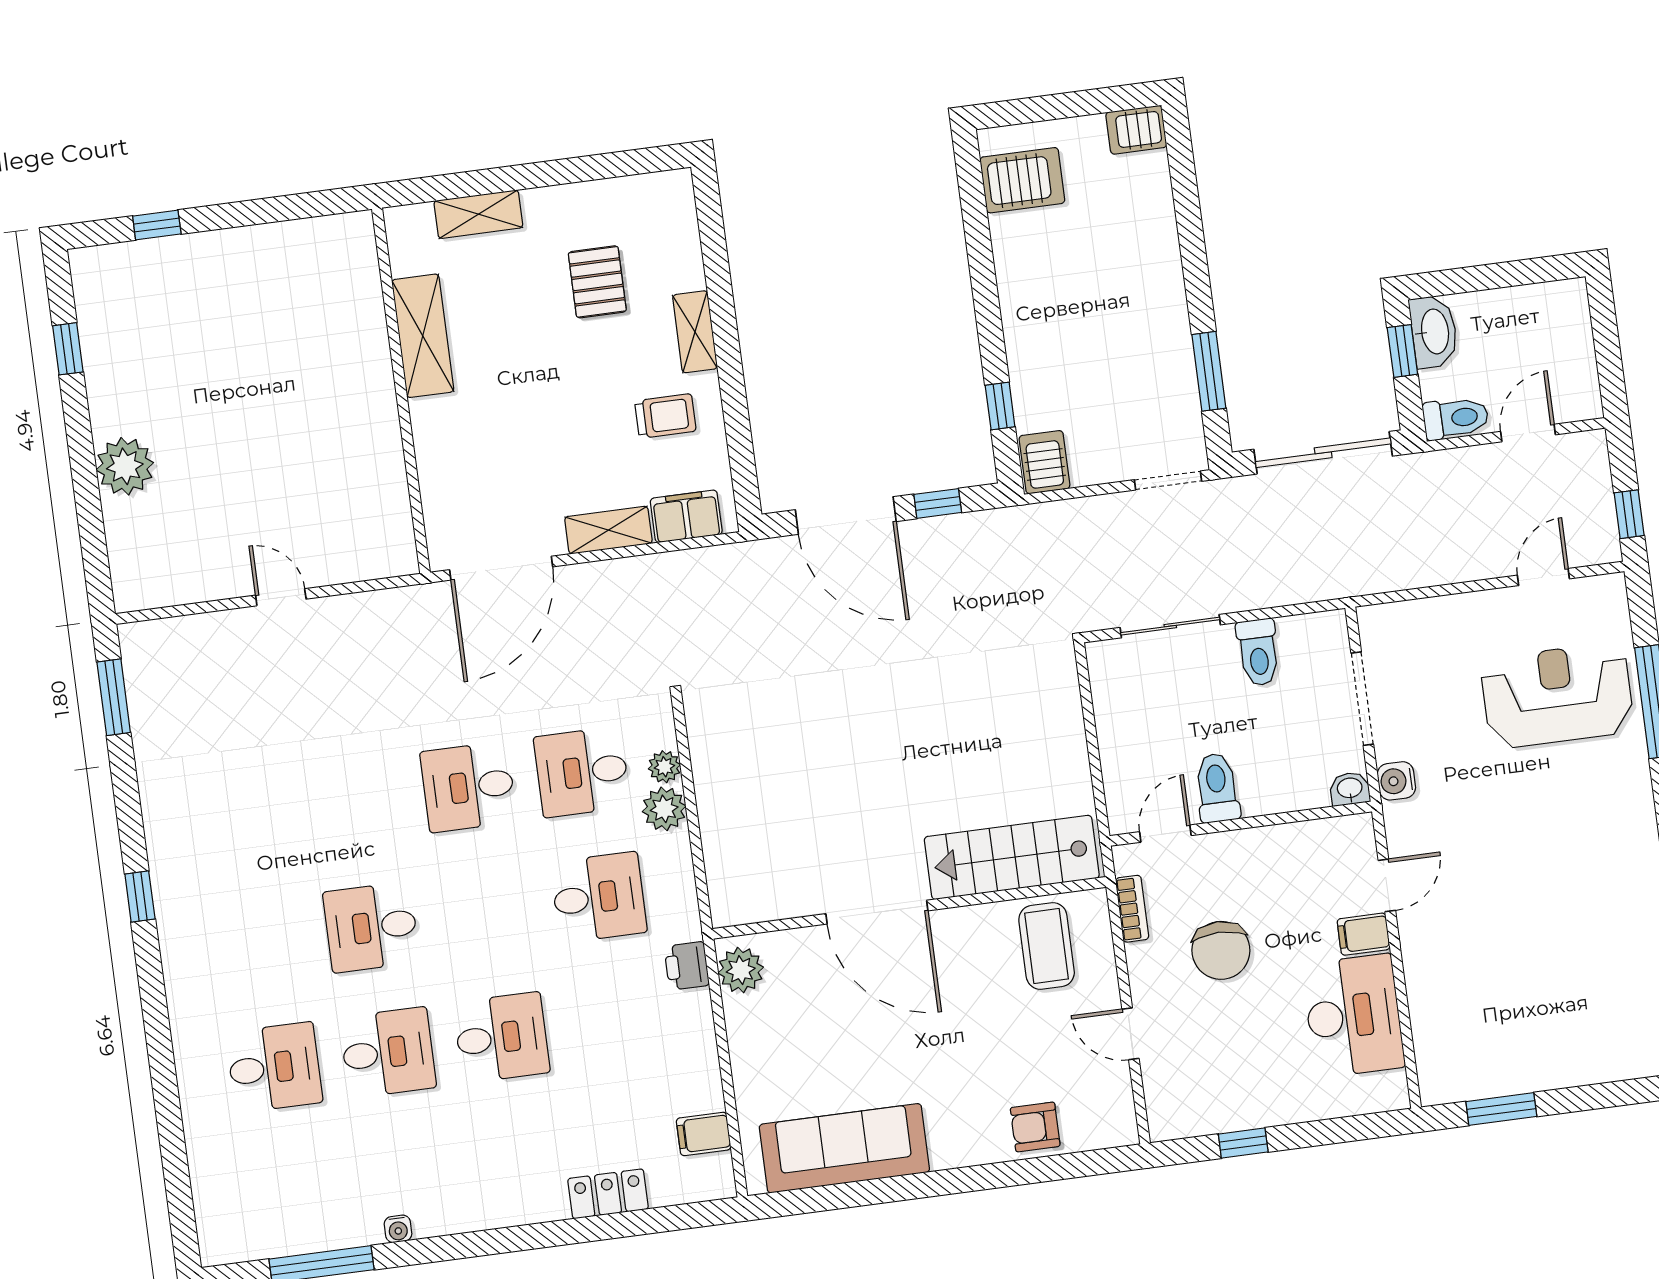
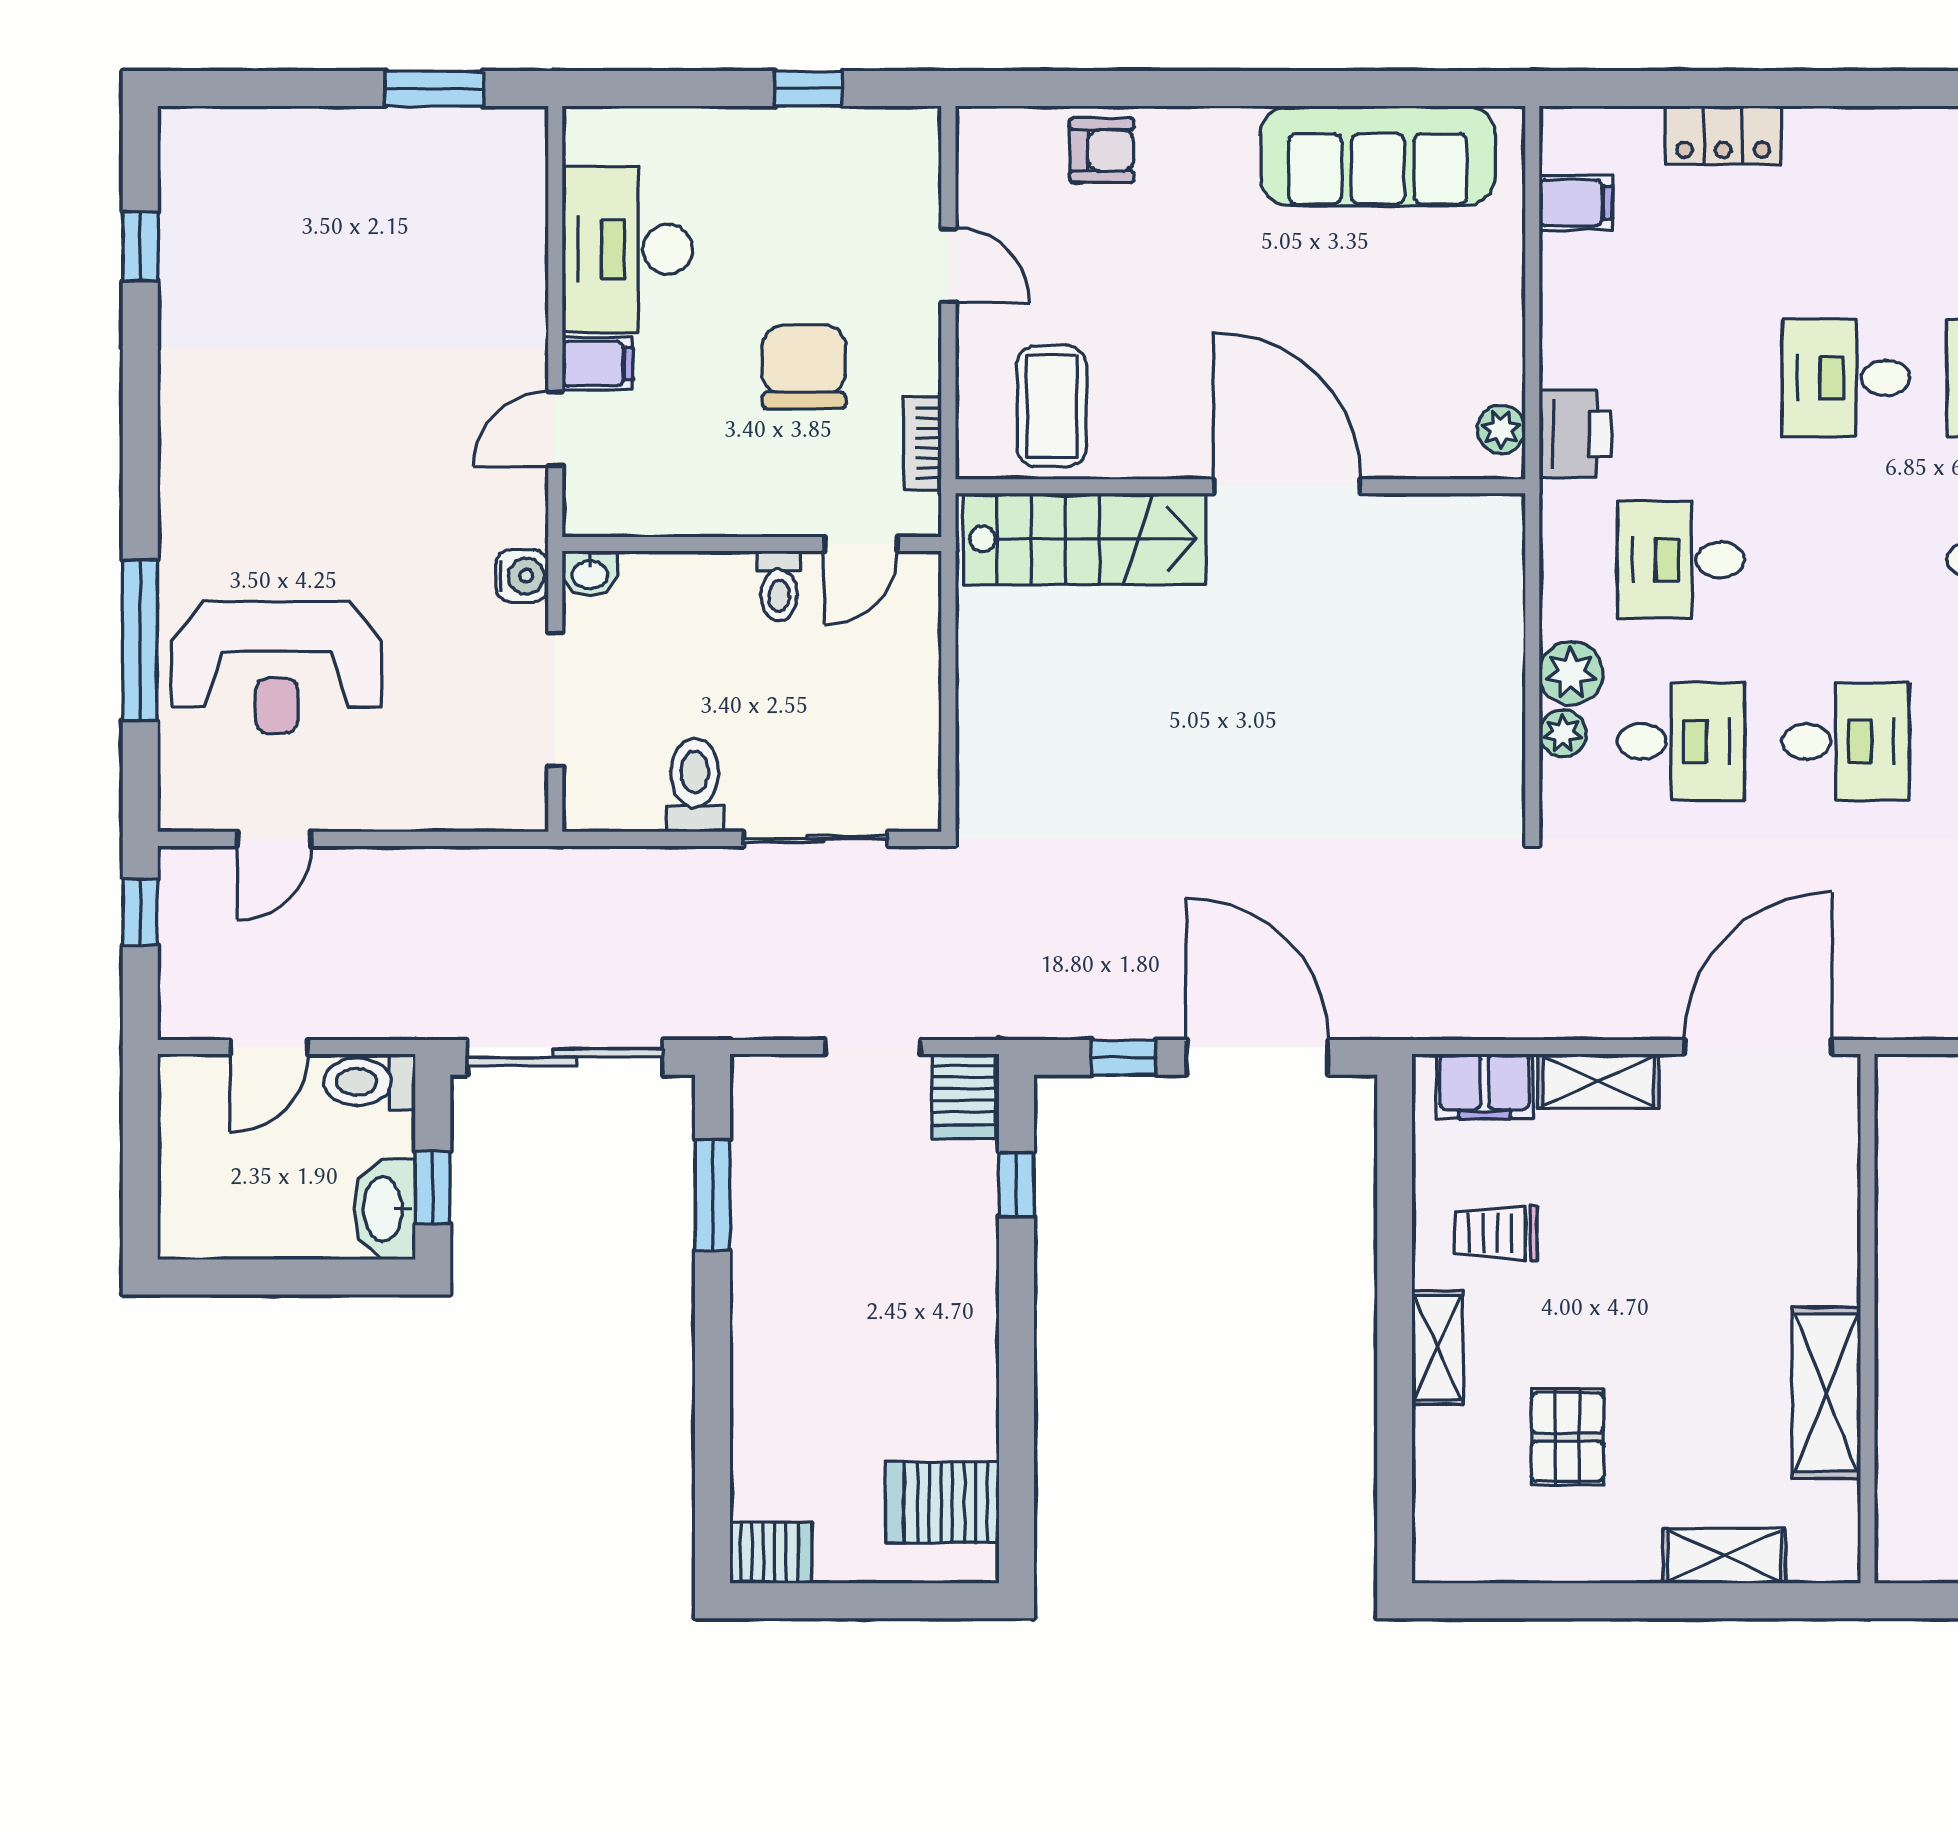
doorway: (1168, 480) -> (873, 1047), moved
toilet: (1217, 788) -> (779, 586), width x0.73, depth x0.72
printer: (687, 966) -> (1575, 434), width x1.36, depth x1.24
plant: (741, 970) -> (1501, 429), width x0.73, depth x0.73

